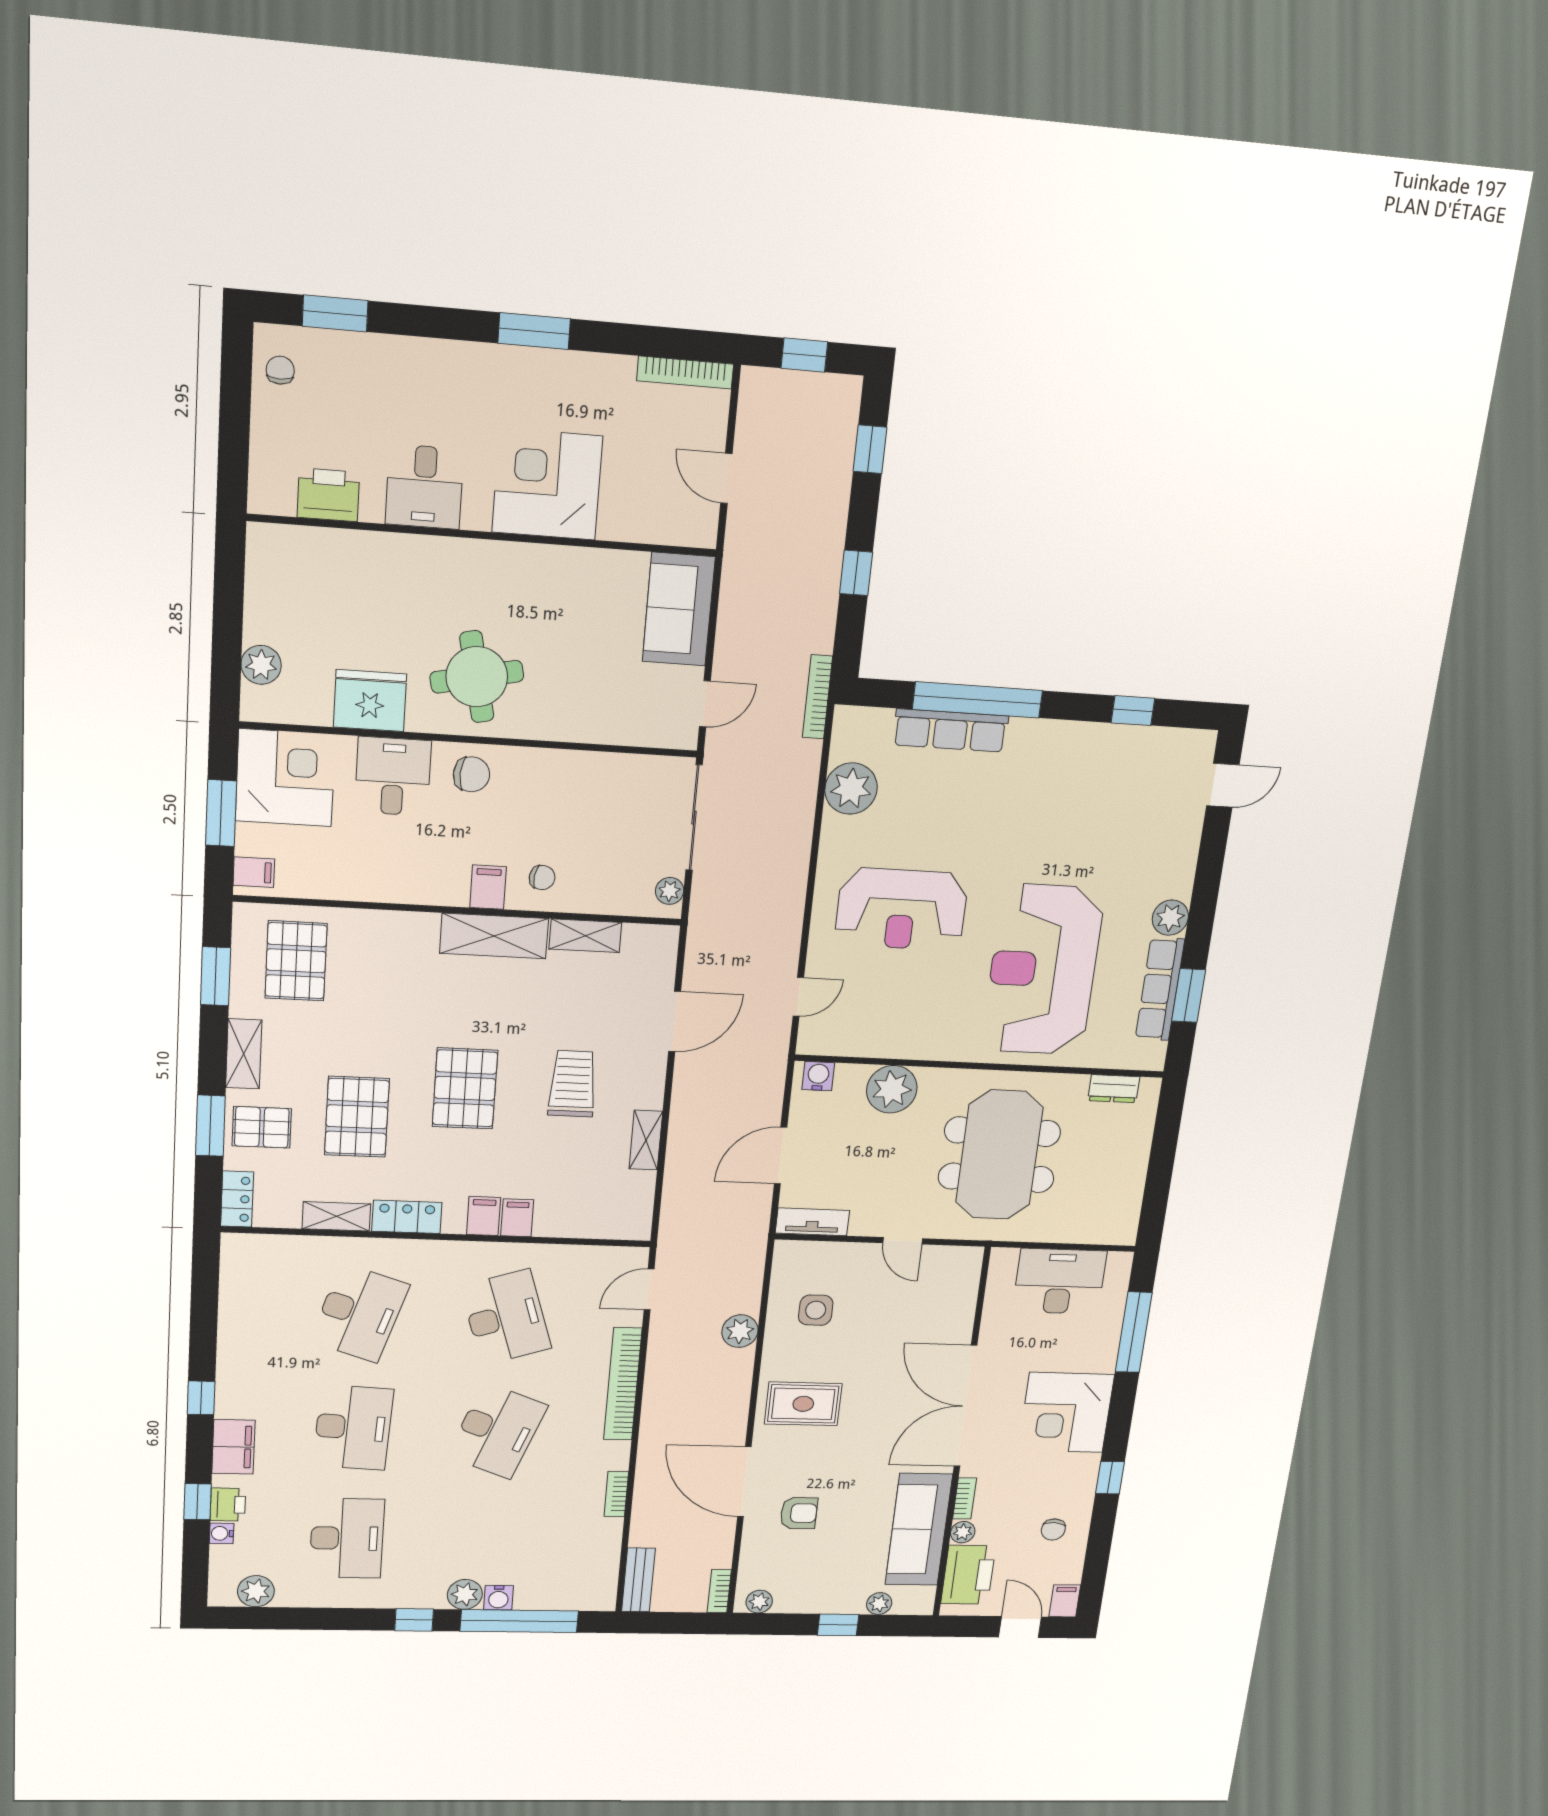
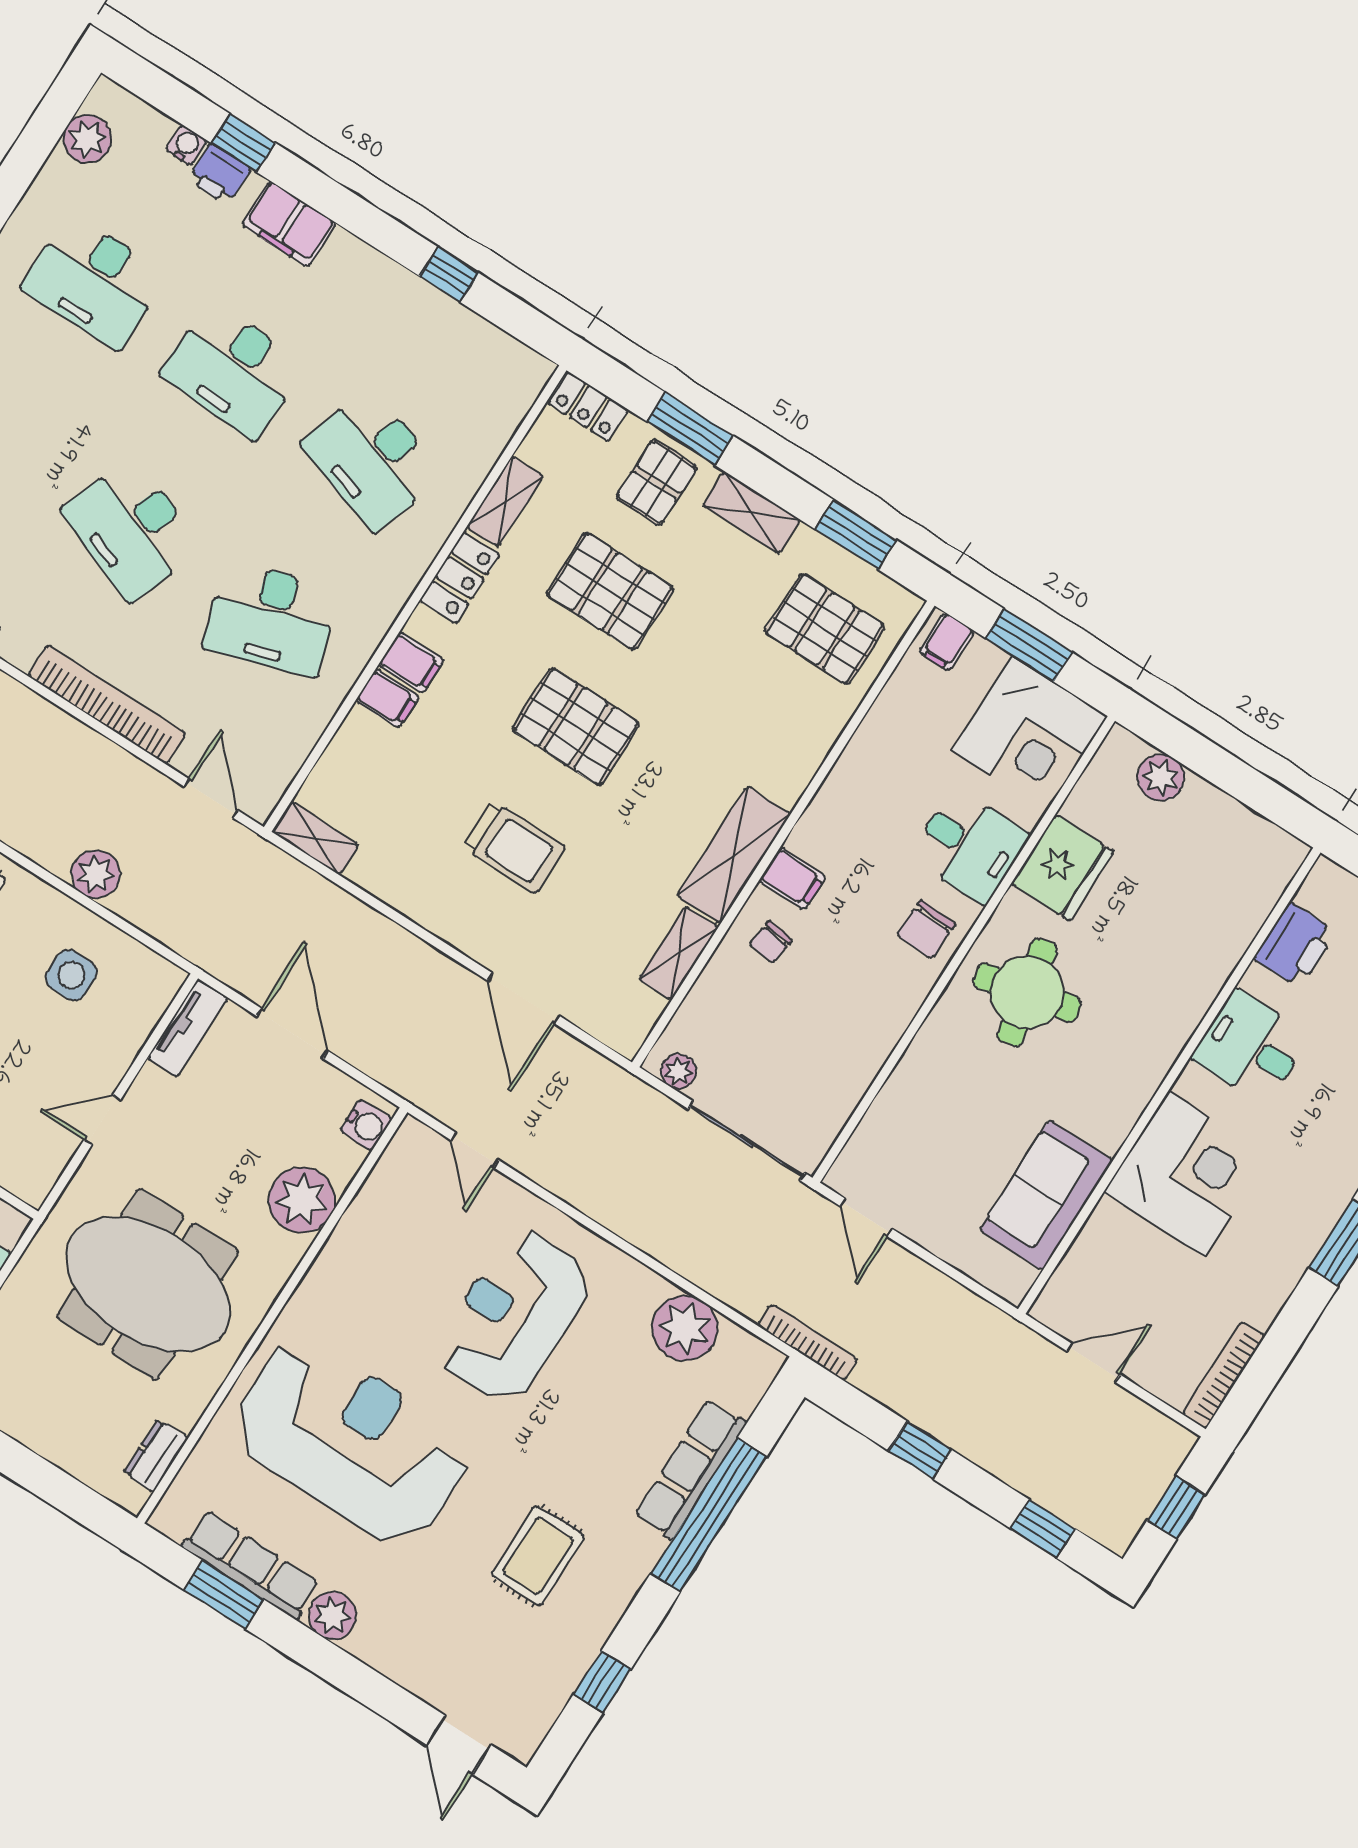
sofa: (679, 609) -> (1046, 1195), moved, turned -90
rug: (1064, 803) -> (538, 1556), added
shelving: (646, 1140) -> (315, 838), moved
window: (201, 1398) -> (449, 275), moved

